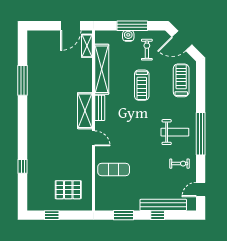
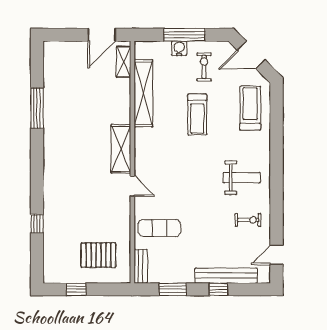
bench: (100, 108) -> (141, 266), moved
window: (201, 134) -> (276, 180), removed

